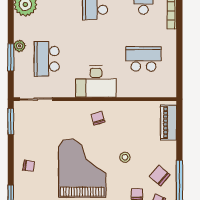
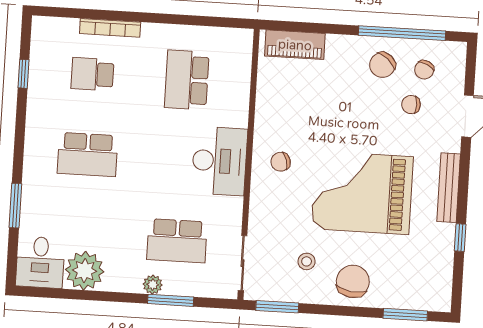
stool: (125, 157) -> (307, 261), moved
chair: (29, 166) -> (353, 281), width x1.87, depth x1.87

